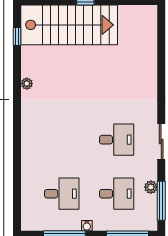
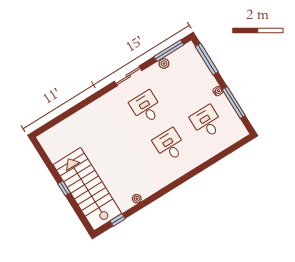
plant: (27, 84) -> (137, 199), moved
desk: (117, 194) -> (169, 145), moved

